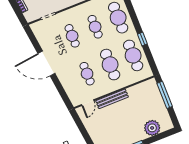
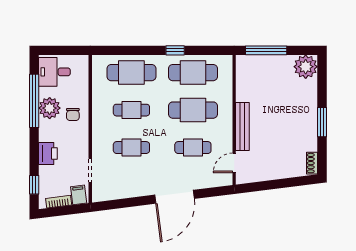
filing cabinet: (30, 15) -> (79, 195), added
door: (46, 63) -> (175, 197), moved
door: (88, 103) -> (234, 163), swing flipped
plant: (152, 128) -> (306, 67), moved

